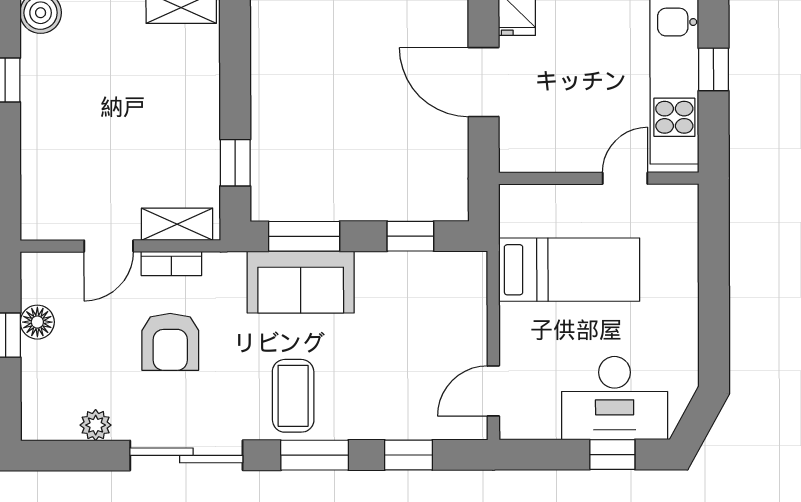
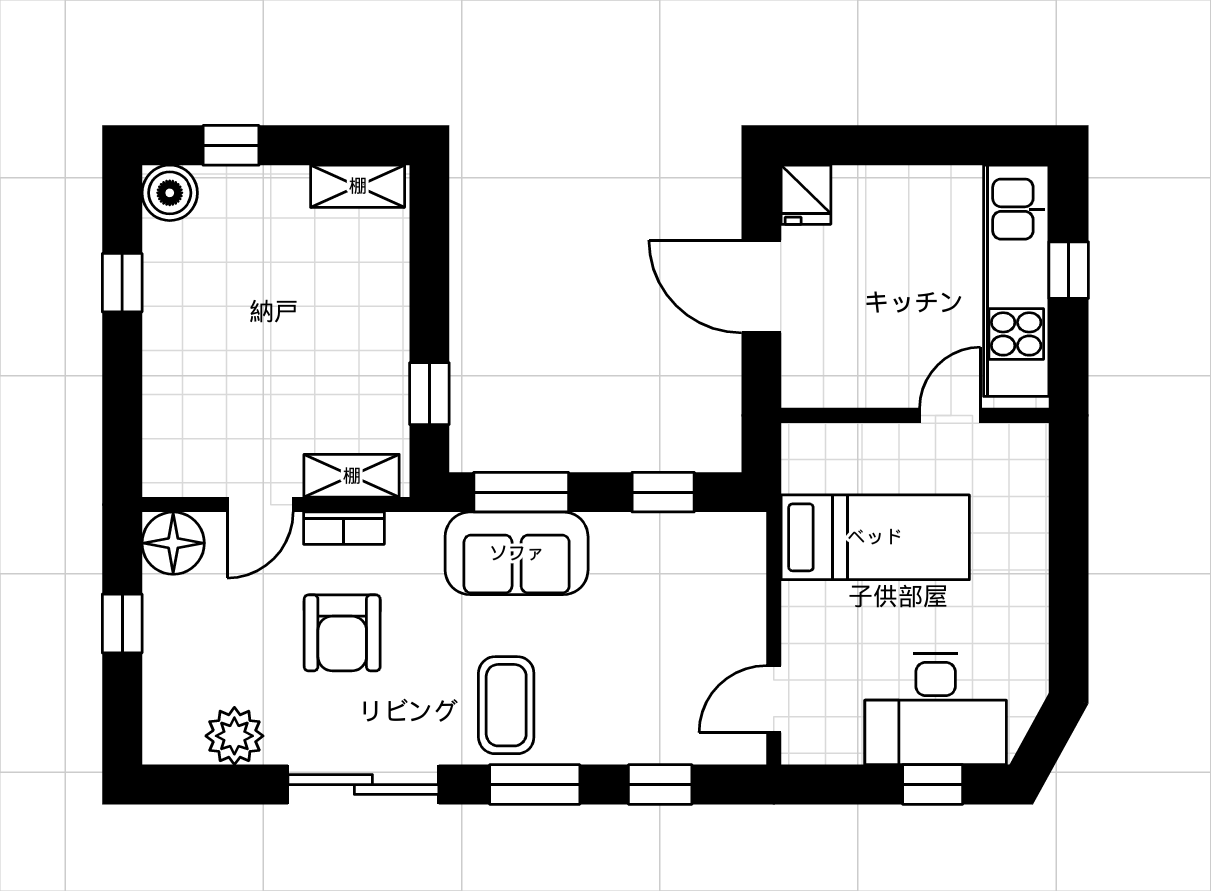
floor lamp: (37, 322) -> (173, 543), moved, width x1.38, depth x1.38
plant: (96, 425) -> (234, 736), width x1.38, depth x1.38

